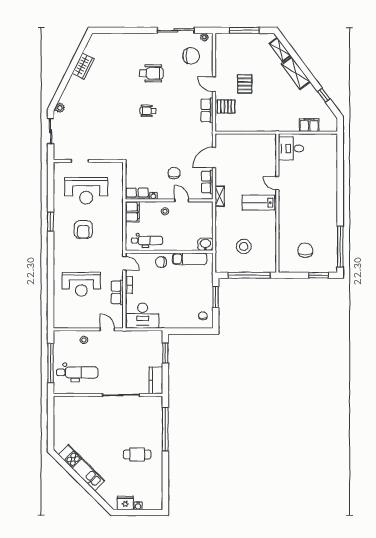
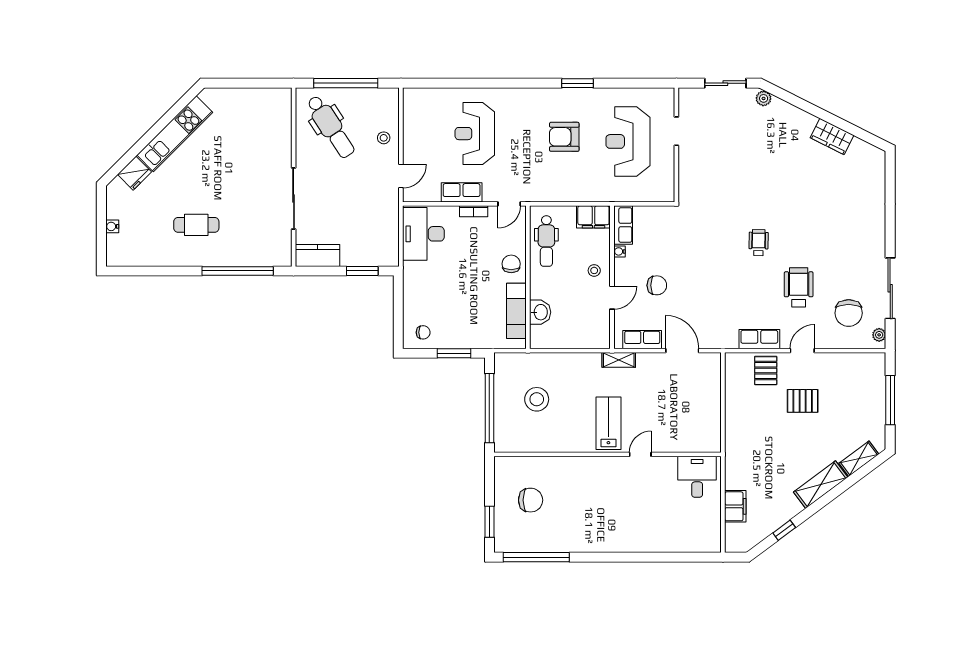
wheelchair: (151, 73) -> (799, 287), moved, turned 180
washbasin: (205, 244) -> (540, 312), moved
dental chair: (77, 372) -> (331, 127), turned -33
cafe table: (137, 454) -> (196, 225), turned 90
fridge: (125, 503) -> (134, 173), moved, turned 45

